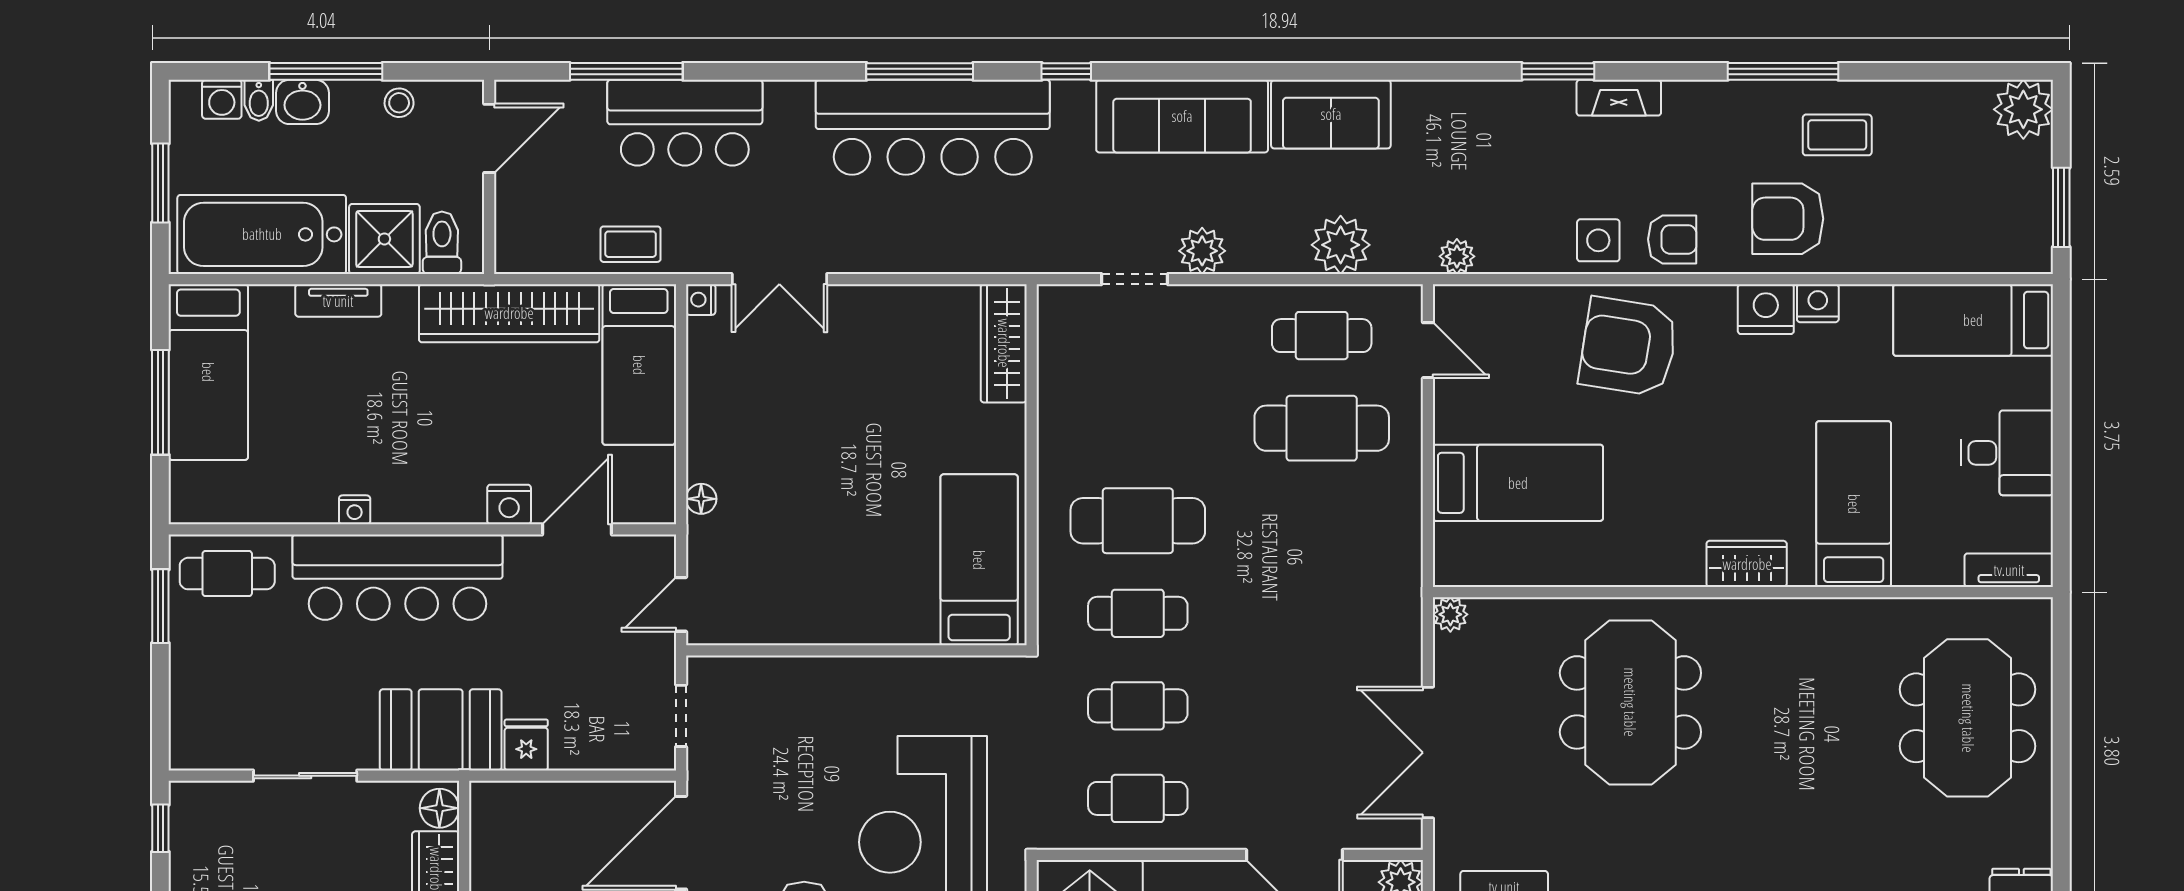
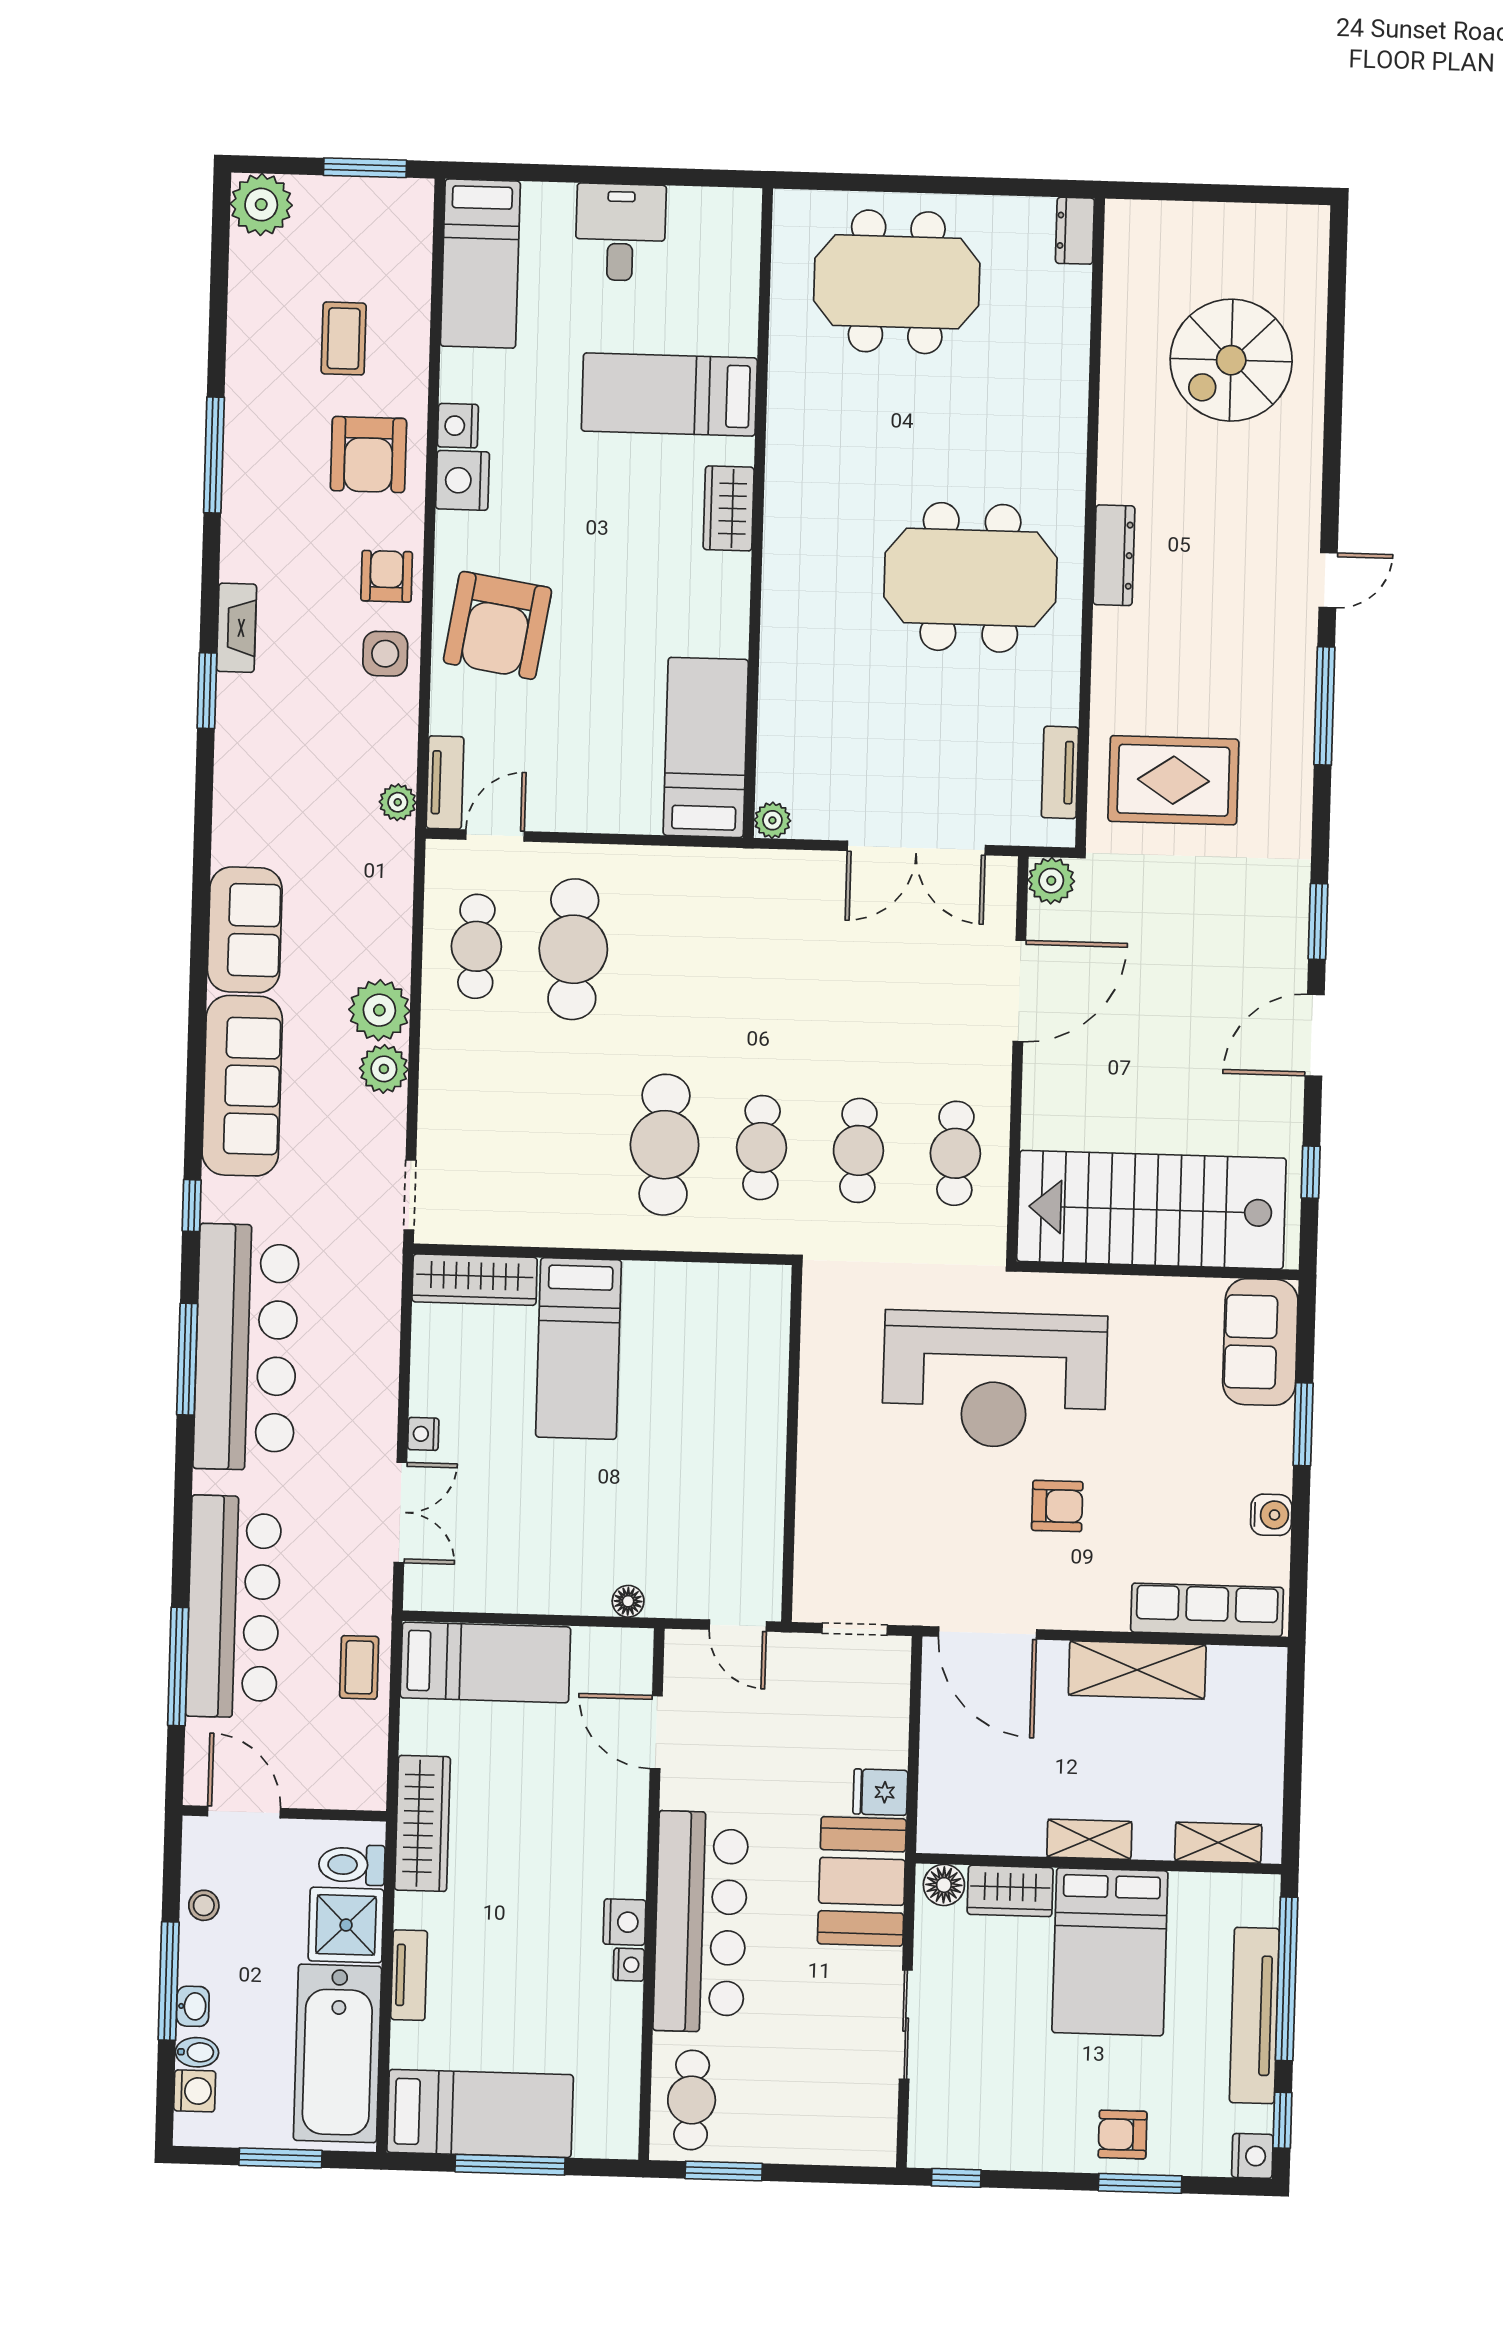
washbasin: (302, 102) -> (193, 2006), width x0.72, depth x0.69
bar counter: (685, 123) -> (234, 1607), width x1.36
coffee table: (1837, 135) -> (344, 338), moved
plant: (1341, 245) -> (379, 1010), moved
doorway: (1135, 279) -> (410, 1195), moved
nightstand: (701, 300) -> (423, 1434), moved, turned 90
wardrobe: (509, 313) -> (422, 1823), width x0.71, depth x0.85
bed: (1518, 483) -> (706, 747), moved
nightstand: (509, 505) -> (624, 1922), moved
bed: (979, 560) -> (579, 1349), moved, turned -90
tv unit: (2009, 570) -> (445, 783), moved, turned 180
meeting table: (1630, 702) -> (970, 577), moved

